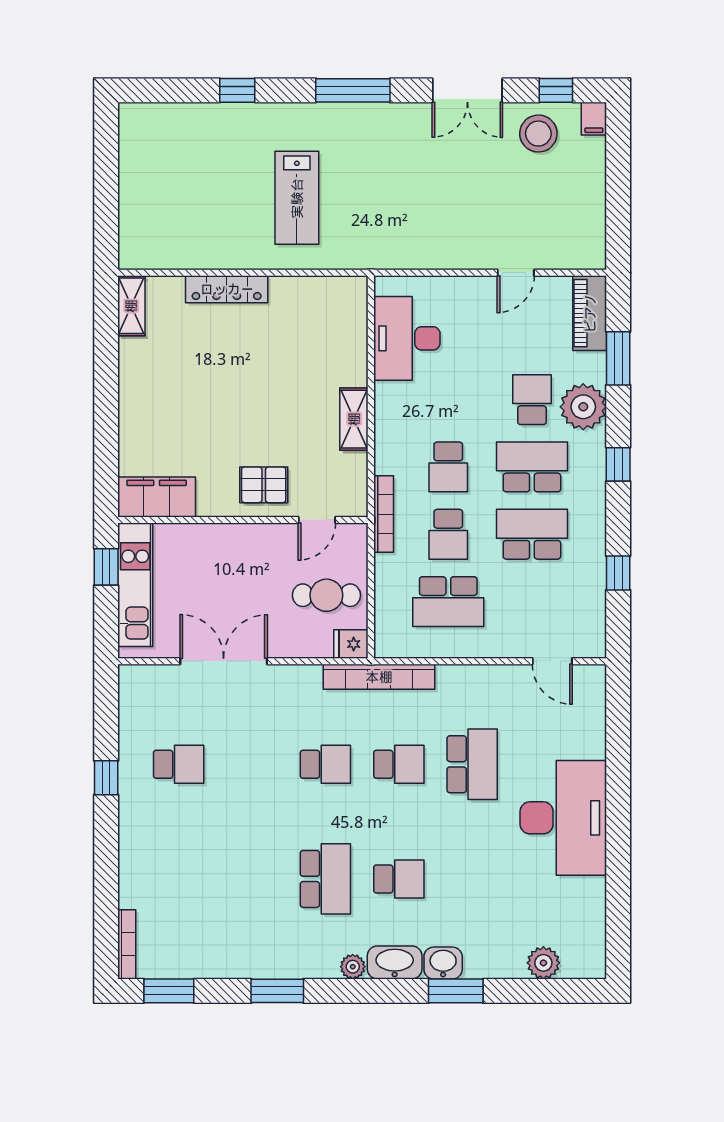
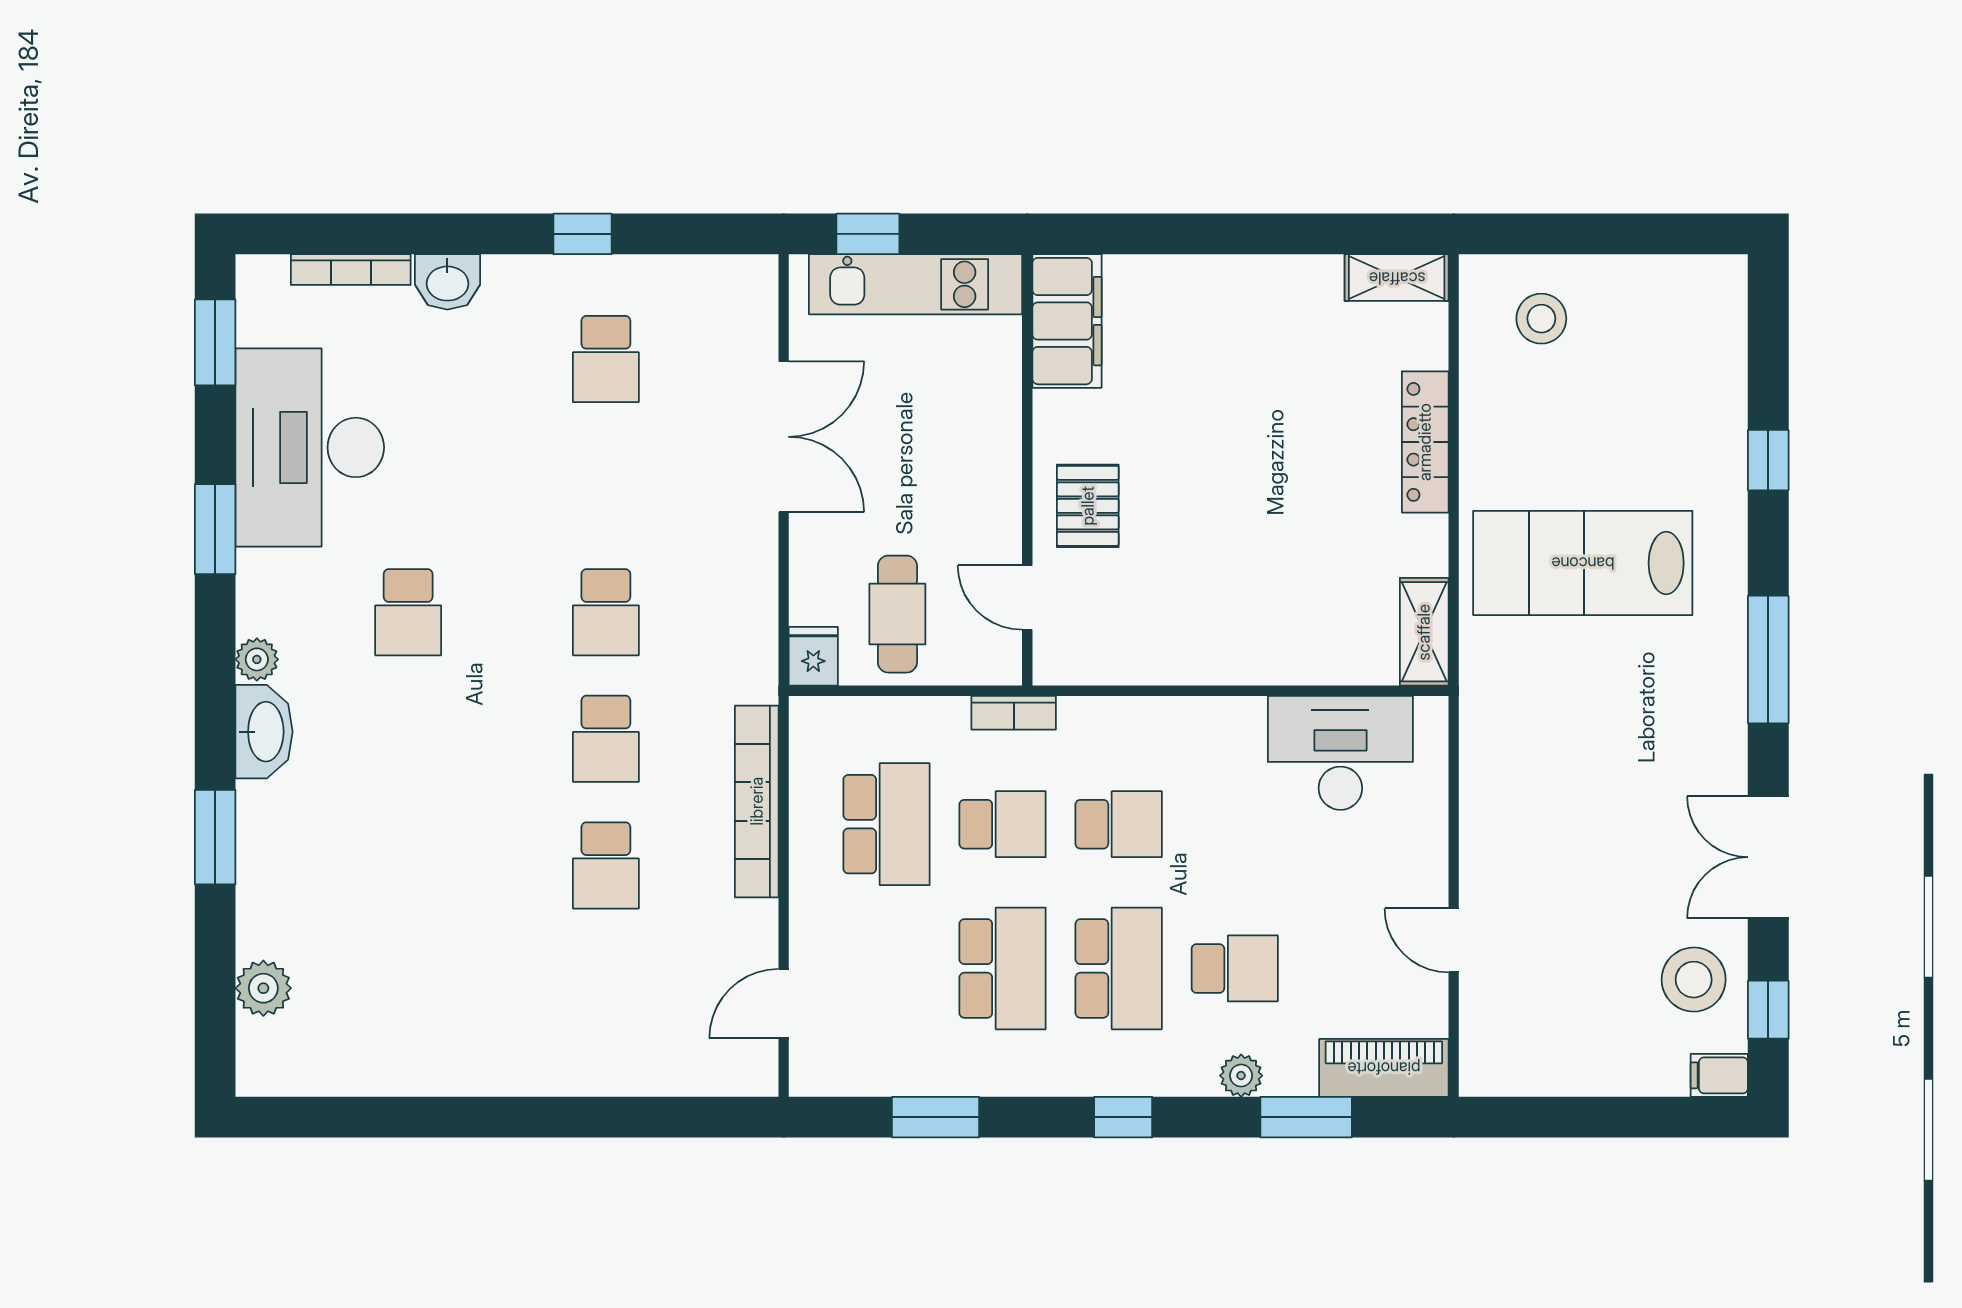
lab bench: (297, 198) -> (1583, 563), width x1.36, depth x1.39
stool: (155, 222) -> (1541, 319), added
plant: (583, 407) -> (1241, 1076), width x0.53, depth x0.53
shelving: (354, 419) -> (1424, 632), moved, turned 90
school desk: (448, 467) -> (1119, 824), turned 180
bookcase: (384, 514) -> (1014, 713), width x0.64
school desk: (448, 534) -> (1003, 824), turned 180
window: (106, 567) -> (868, 234), moved
window: (618, 573) -> (936, 1117), width x1.50
school desk: (448, 602) -> (887, 824), turned 180
bookcase: (379, 677) -> (757, 801), moved
school desk: (472, 764) -> (606, 865), width x0.54
desk: (563, 818) -> (310, 447), moved, turned 90
school desk: (325, 879) -> (408, 612), width x0.54
school desk: (399, 879) -> (408, 739), removed
bookcase: (127, 944) -> (351, 270), moved
washbasin: (443, 963) -> (447, 282), moved, turned 90

